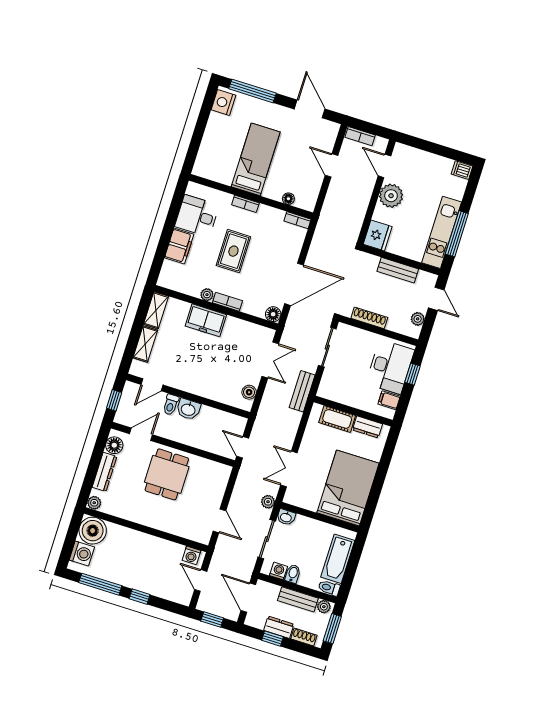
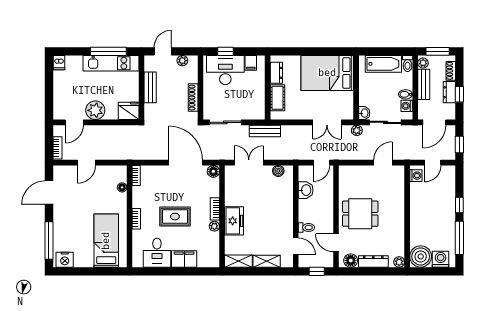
bed: (256, 159) -> (106, 241), moved, turned 90
washbasin: (188, 409) -> (306, 190), moved

